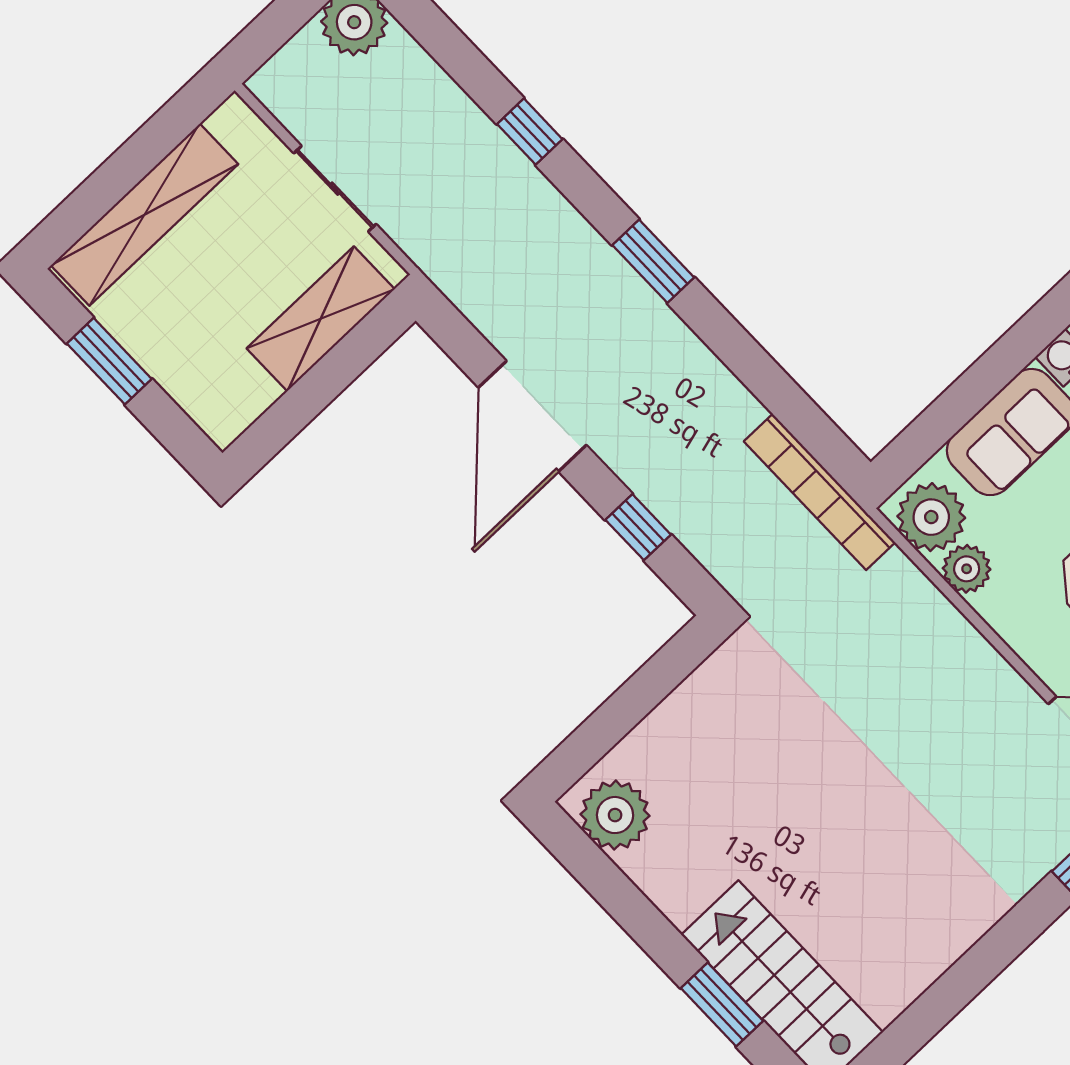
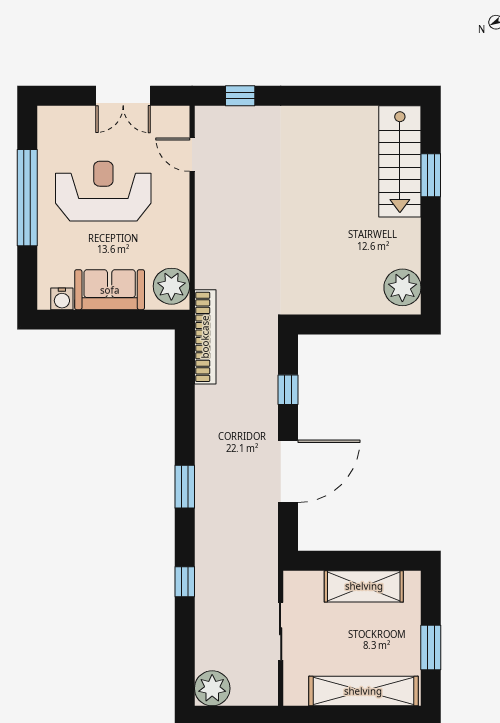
shelving: (321, 319) -> (364, 586), moved
plant: (967, 569) -> (177, 253), removed

